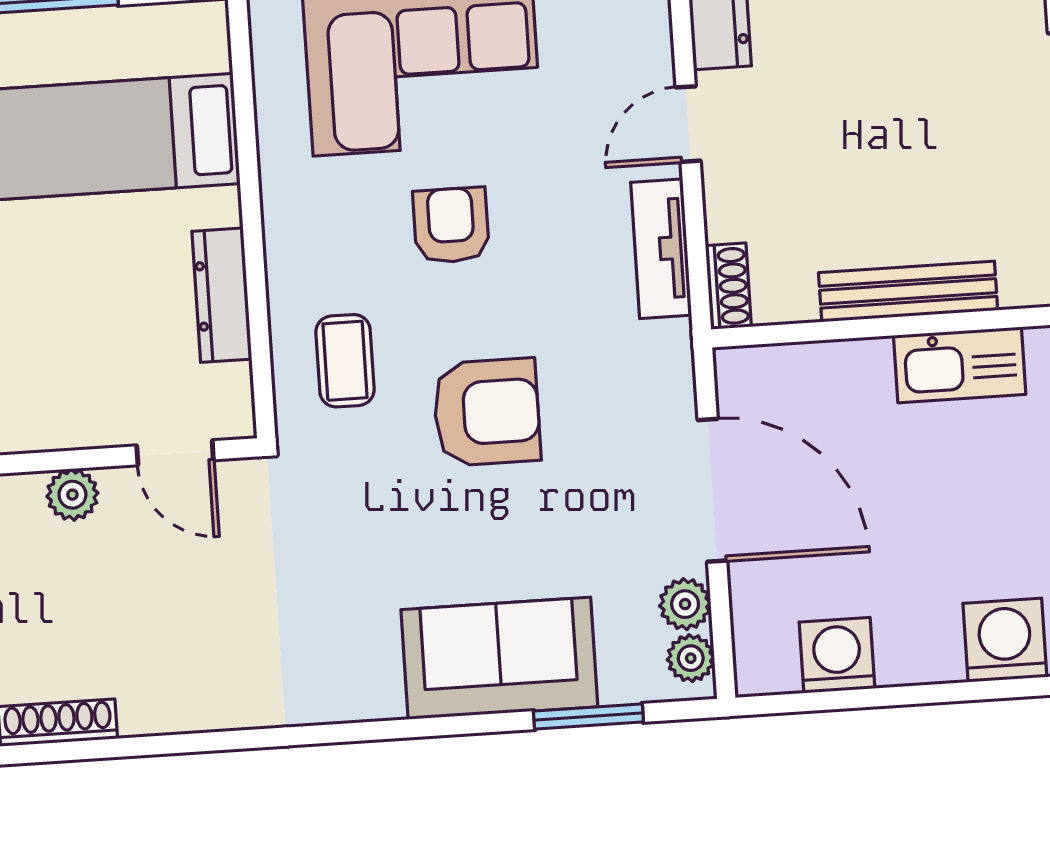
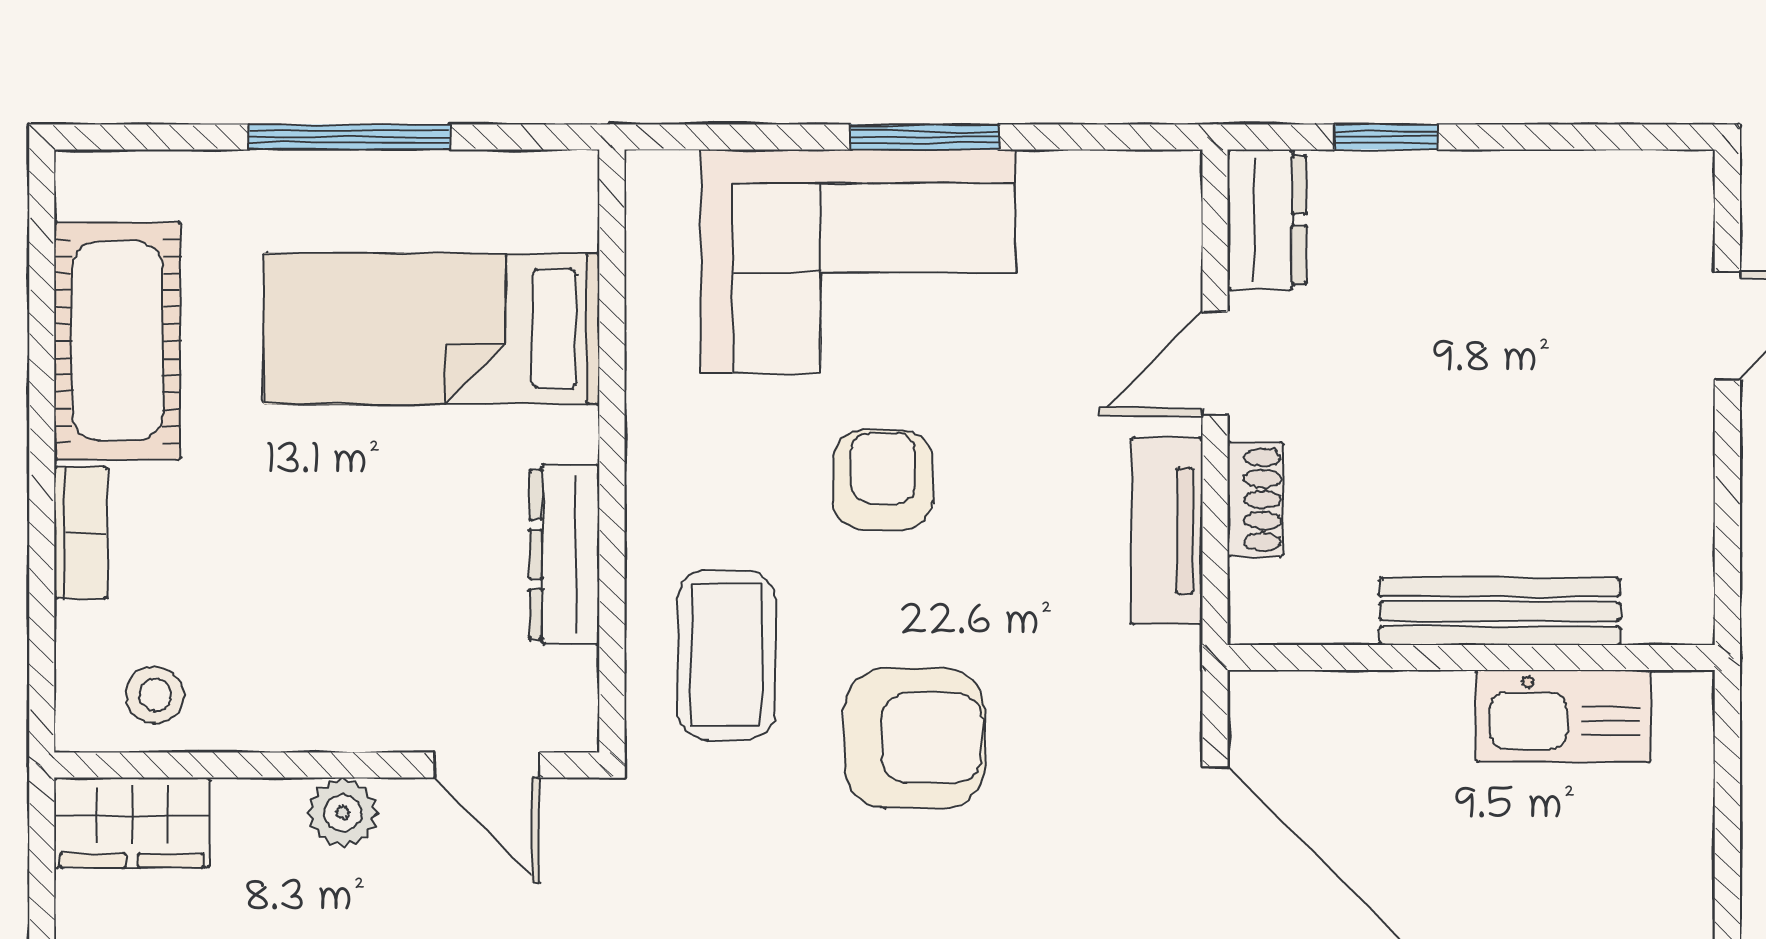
shoe rack: (728, 286) -> (1255, 500), moved
coffee table: (345, 361) -> (726, 655), width x1.36, depth x1.30

